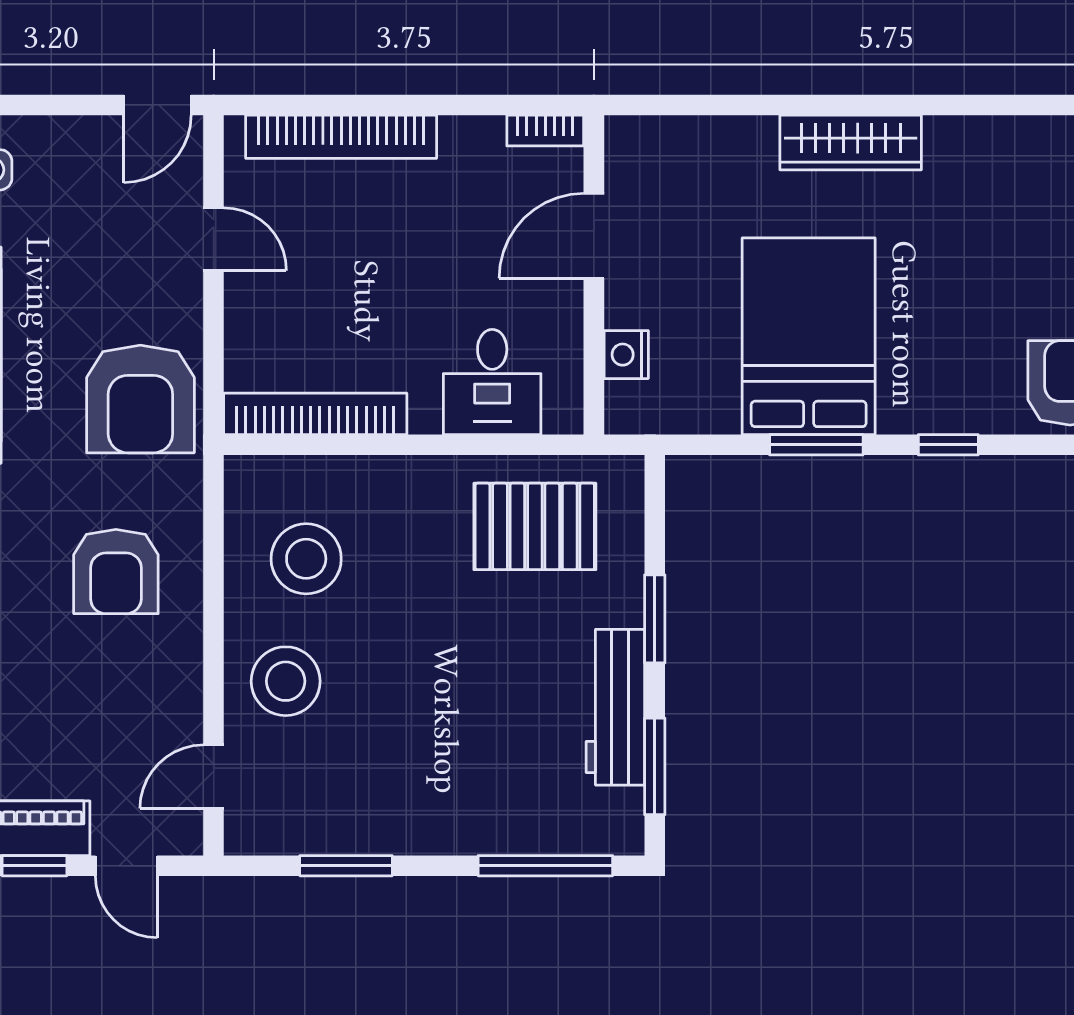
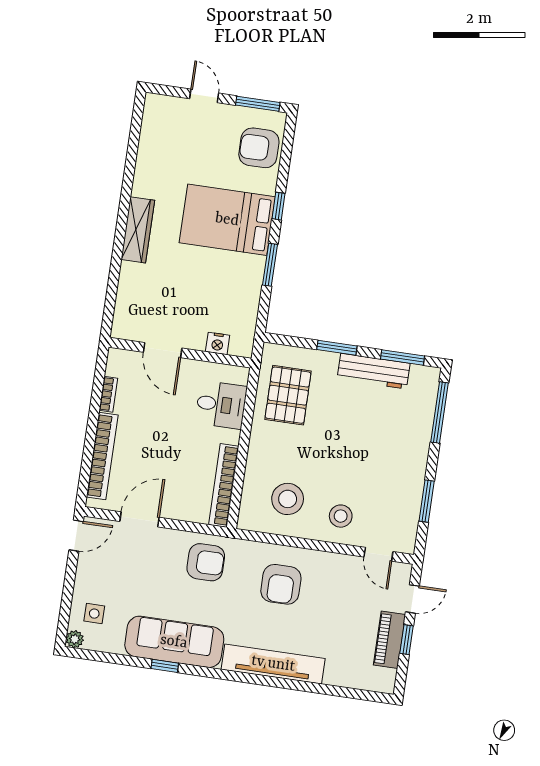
door: (158, 105) -> (76, 536), hinge flipped
bookcase: (545, 131) -> (108, 394), moved
door: (214, 239) -> (139, 519), width x1.37
bed: (809, 336) -> (227, 220), moved
armchair: (140, 399) -> (206, 562), width x0.73, depth x0.73
armchair: (116, 572) -> (281, 584), turned 90
stool: (286, 681) -> (341, 516), width x0.73, depth x0.73

